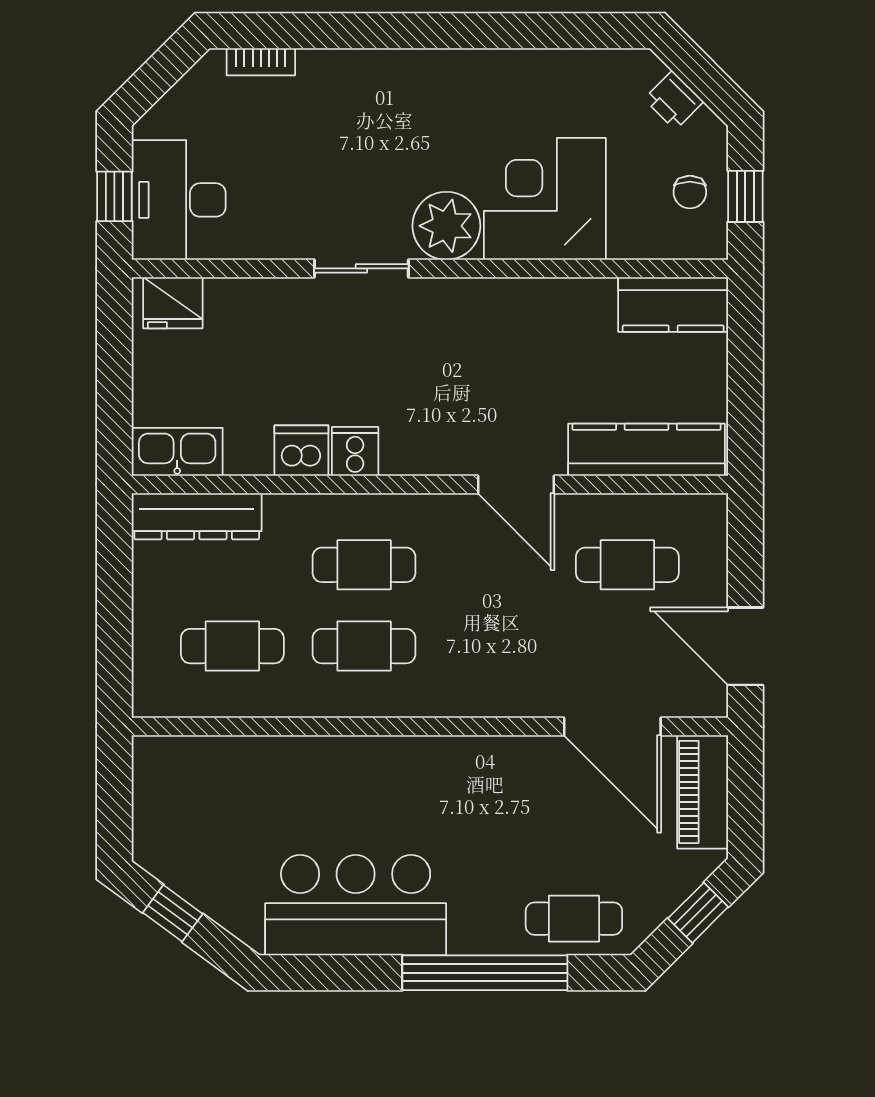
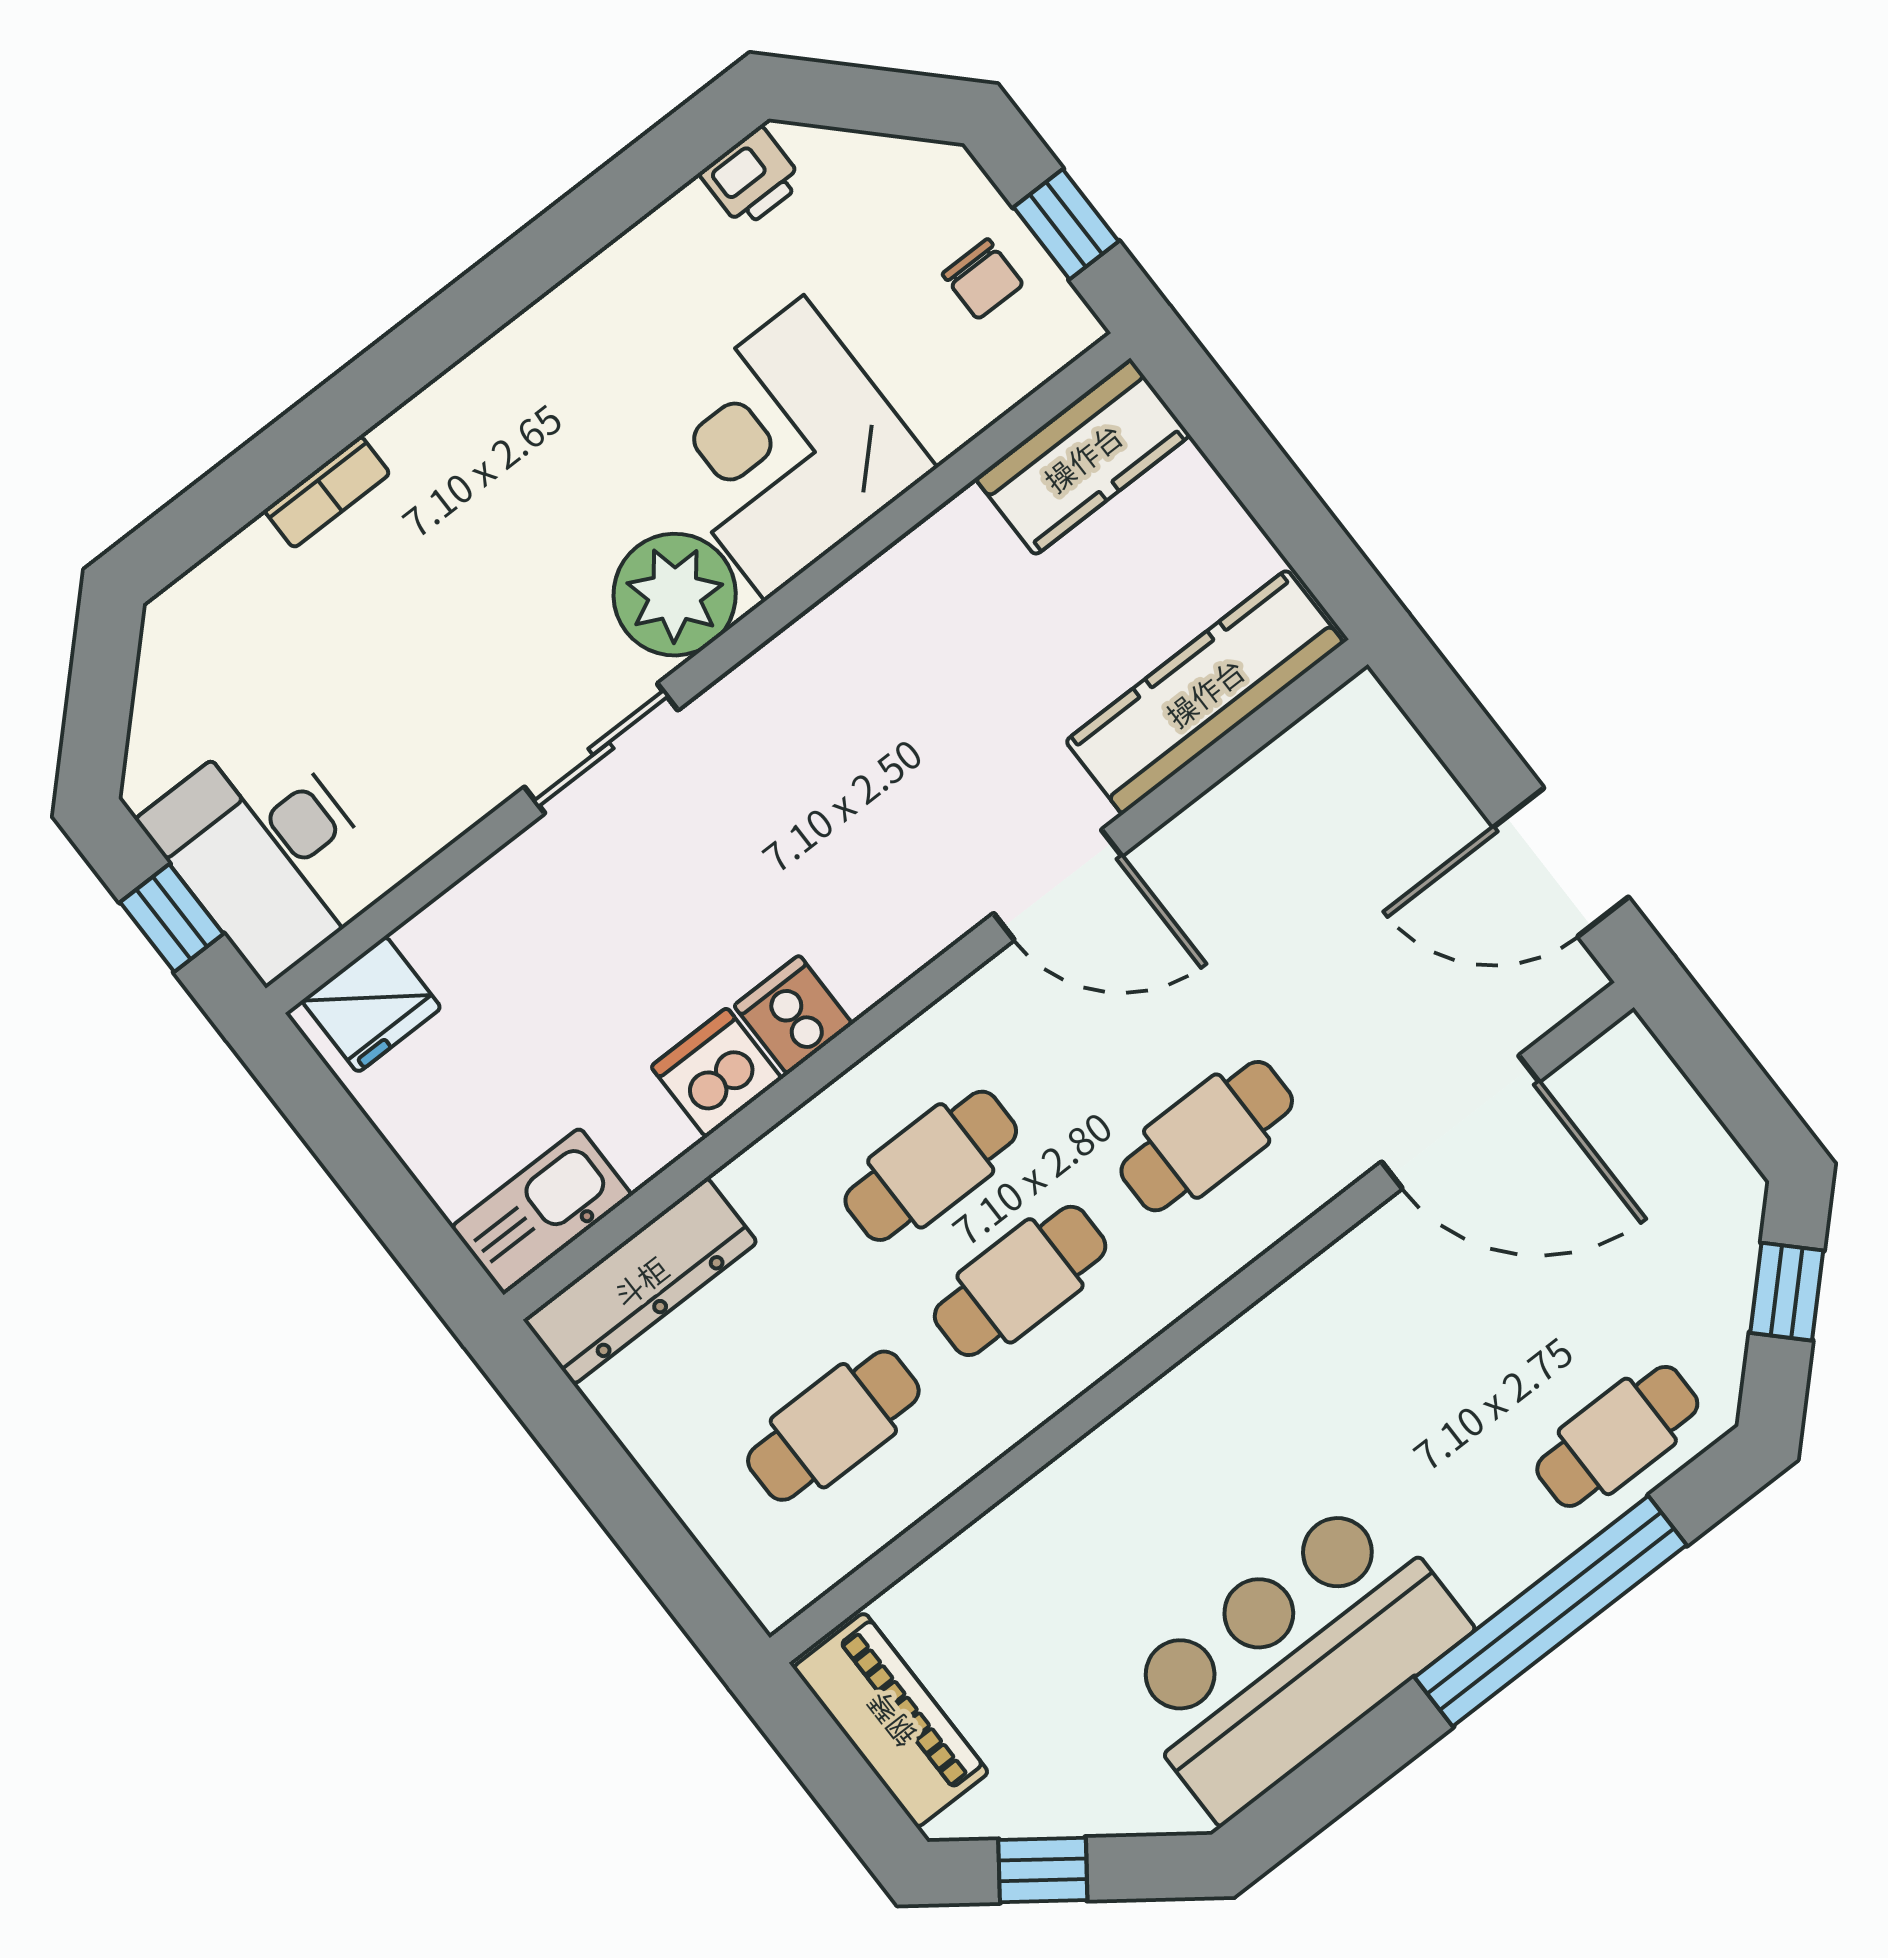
bookcase: (261, 62) -> (327, 492), moved
printer: (674, 100) -> (752, 178), moved, turned -45
cafe table: (627, 565) -> (1207, 1136), moved
piano: (703, 792) -> (891, 1720), moved, turned 180

